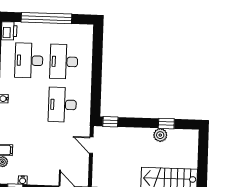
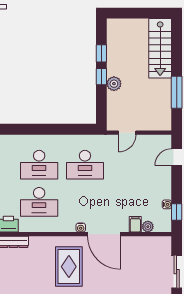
window: (110, 122) -> (101, 77), moved
plant: (160, 135) -> (114, 84), moved

